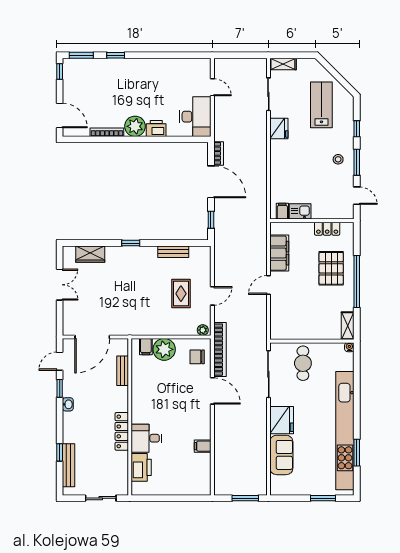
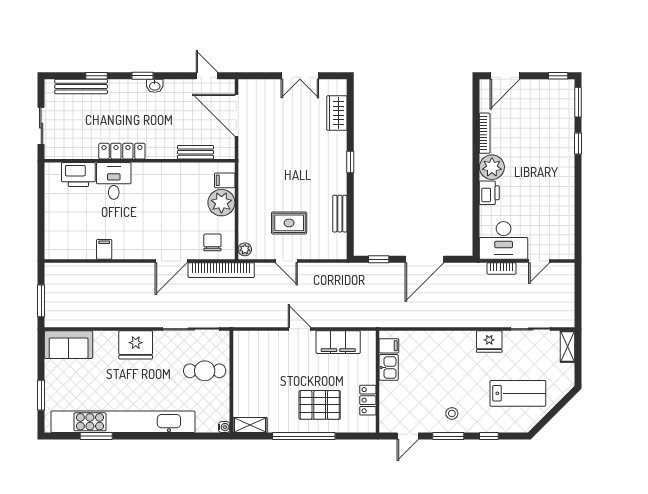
bookcase: (219, 153) -> (502, 268), moved
window: (60, 388) -> (143, 76), moved
sofa: (281, 455) -> (69, 345), moved

